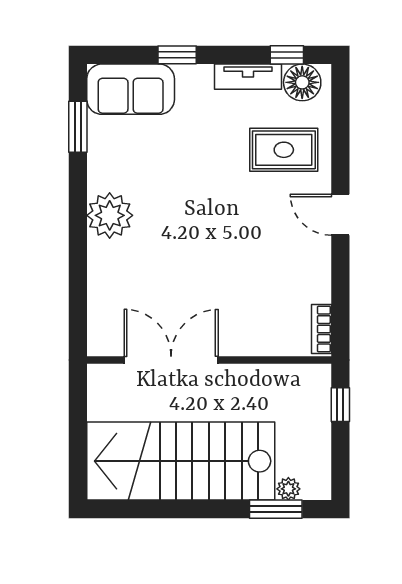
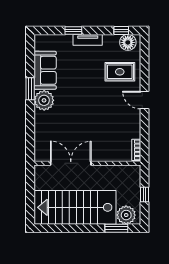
tv unit: (248, 77) -> (88, 40), moved
sofa: (131, 89) -> (45, 70), moved, turned -90
window: (78, 127) -> (30, 89), moved
window: (340, 405) -> (144, 195), moved
plant: (288, 489) -> (126, 215), width x1.88, depth x1.88

